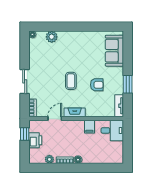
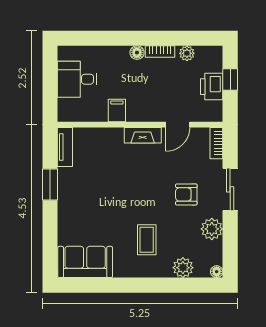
sofa: (114, 51) -> (85, 262), moved, turned -90
plant: (35, 59) -> (212, 229), added
coffee table: (71, 81) -> (147, 240), moved
armchair: (97, 85) -> (186, 194), moved
desk: (112, 130) -> (77, 79), moved
window: (25, 134) -> (230, 80), moved

